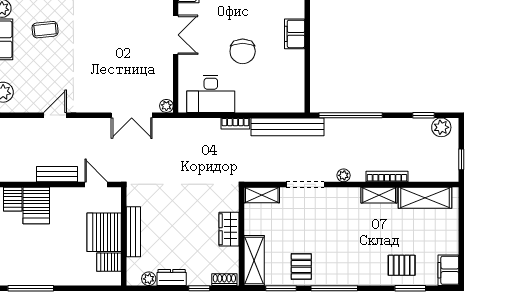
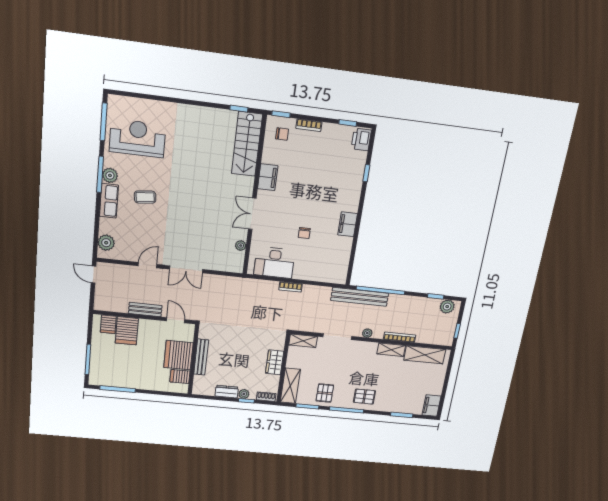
double door: (176, 35) -> (252, 214), swing flipped
chair: (243, 51) -> (304, 233), width x0.54, depth x0.54
plant: (166, 106) -> (241, 246), moved
double door: (132, 115) -> (186, 269), moved
bench: (287, 127) -> (360, 297), moved
pallet: (402, 265) -> (364, 397), moved
plant: (149, 279) -> (244, 394), moved

